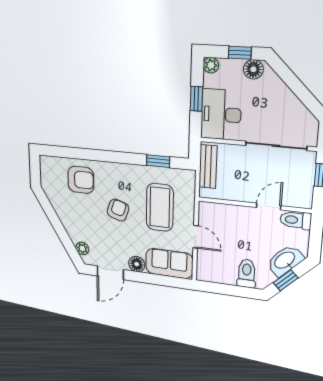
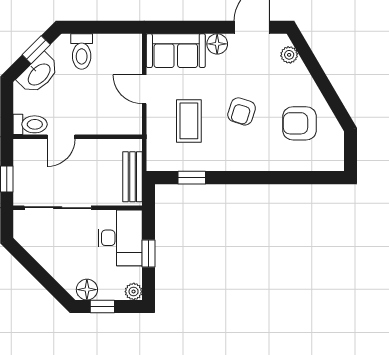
armchair: (81, 180) -> (300, 123), moved
coffee table: (160, 207) -> (189, 121), width x0.73, depth x0.76

